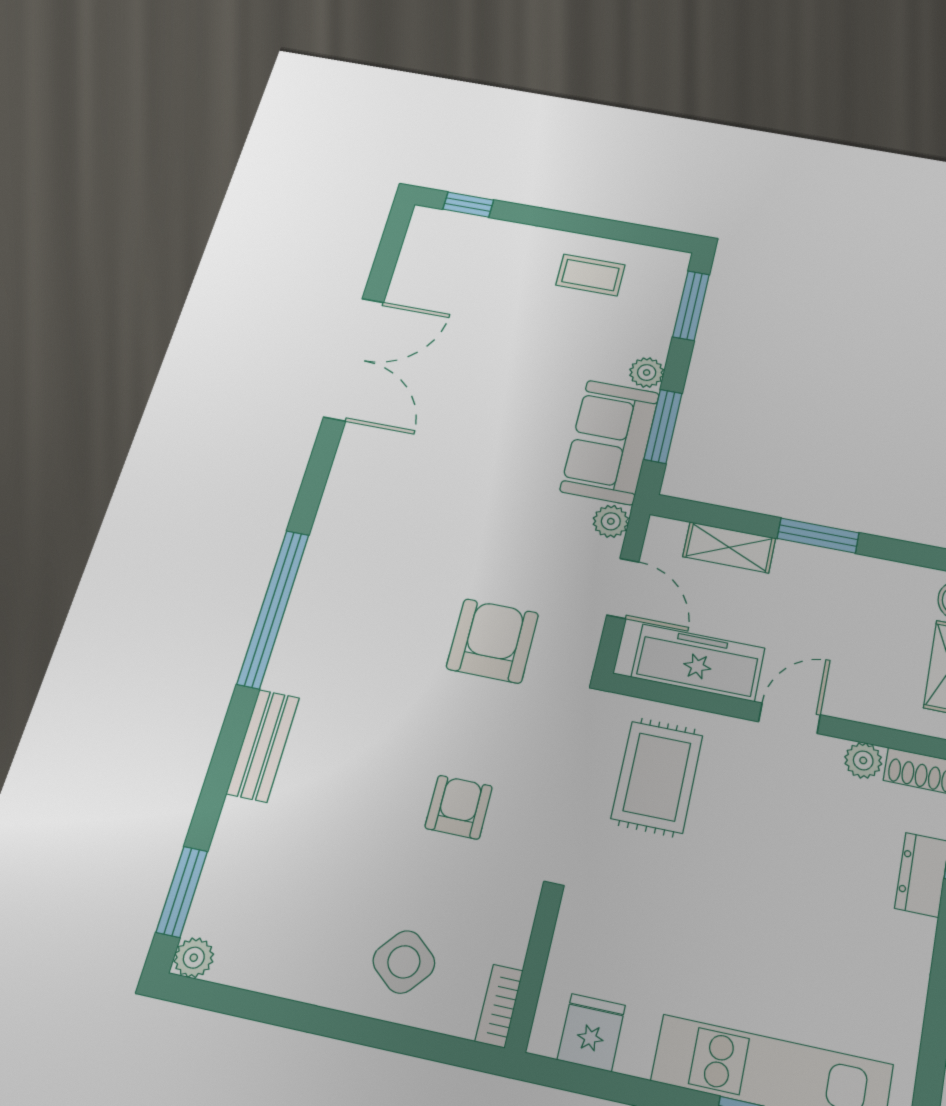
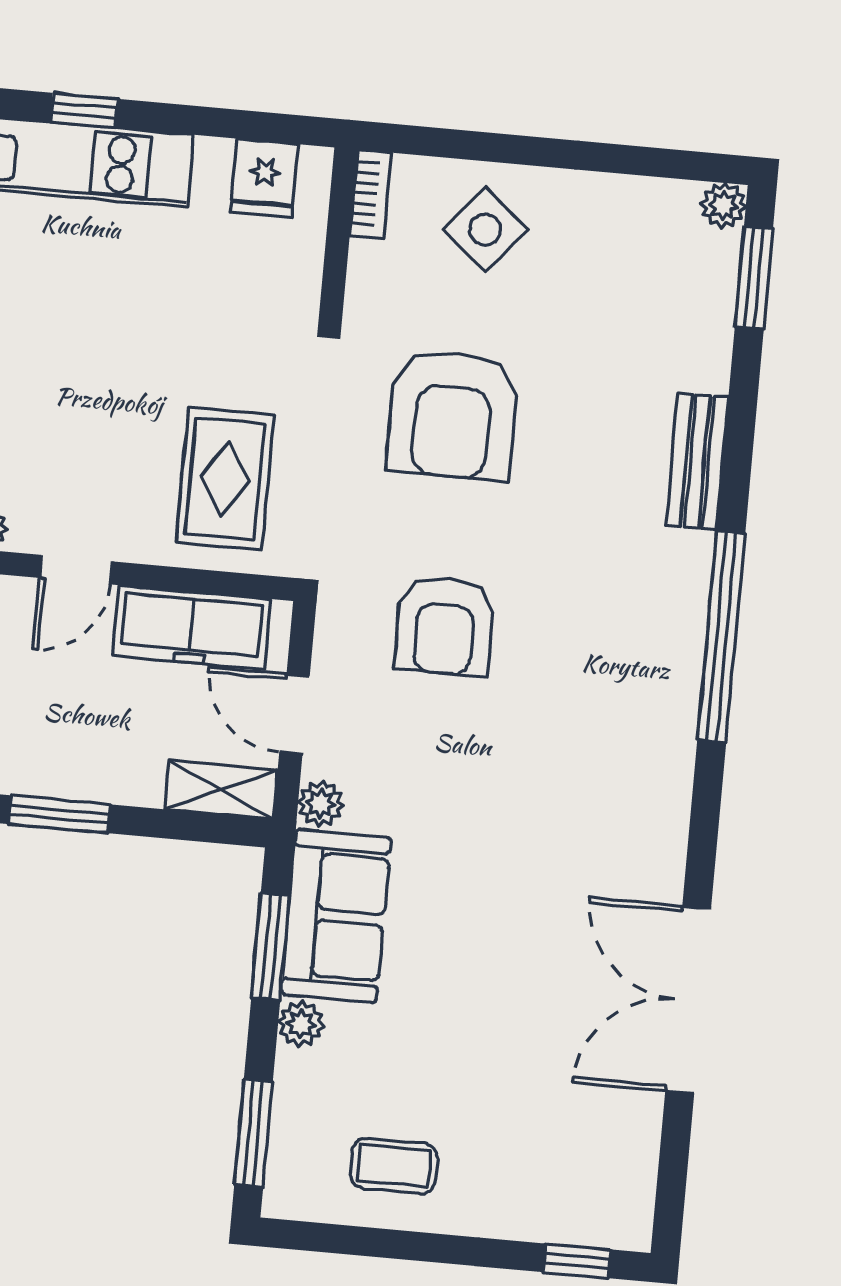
shelving: (729, 547) -> (221, 790), moved
armchair: (459, 807) -> (453, 415), width x1.88, depth x1.88

